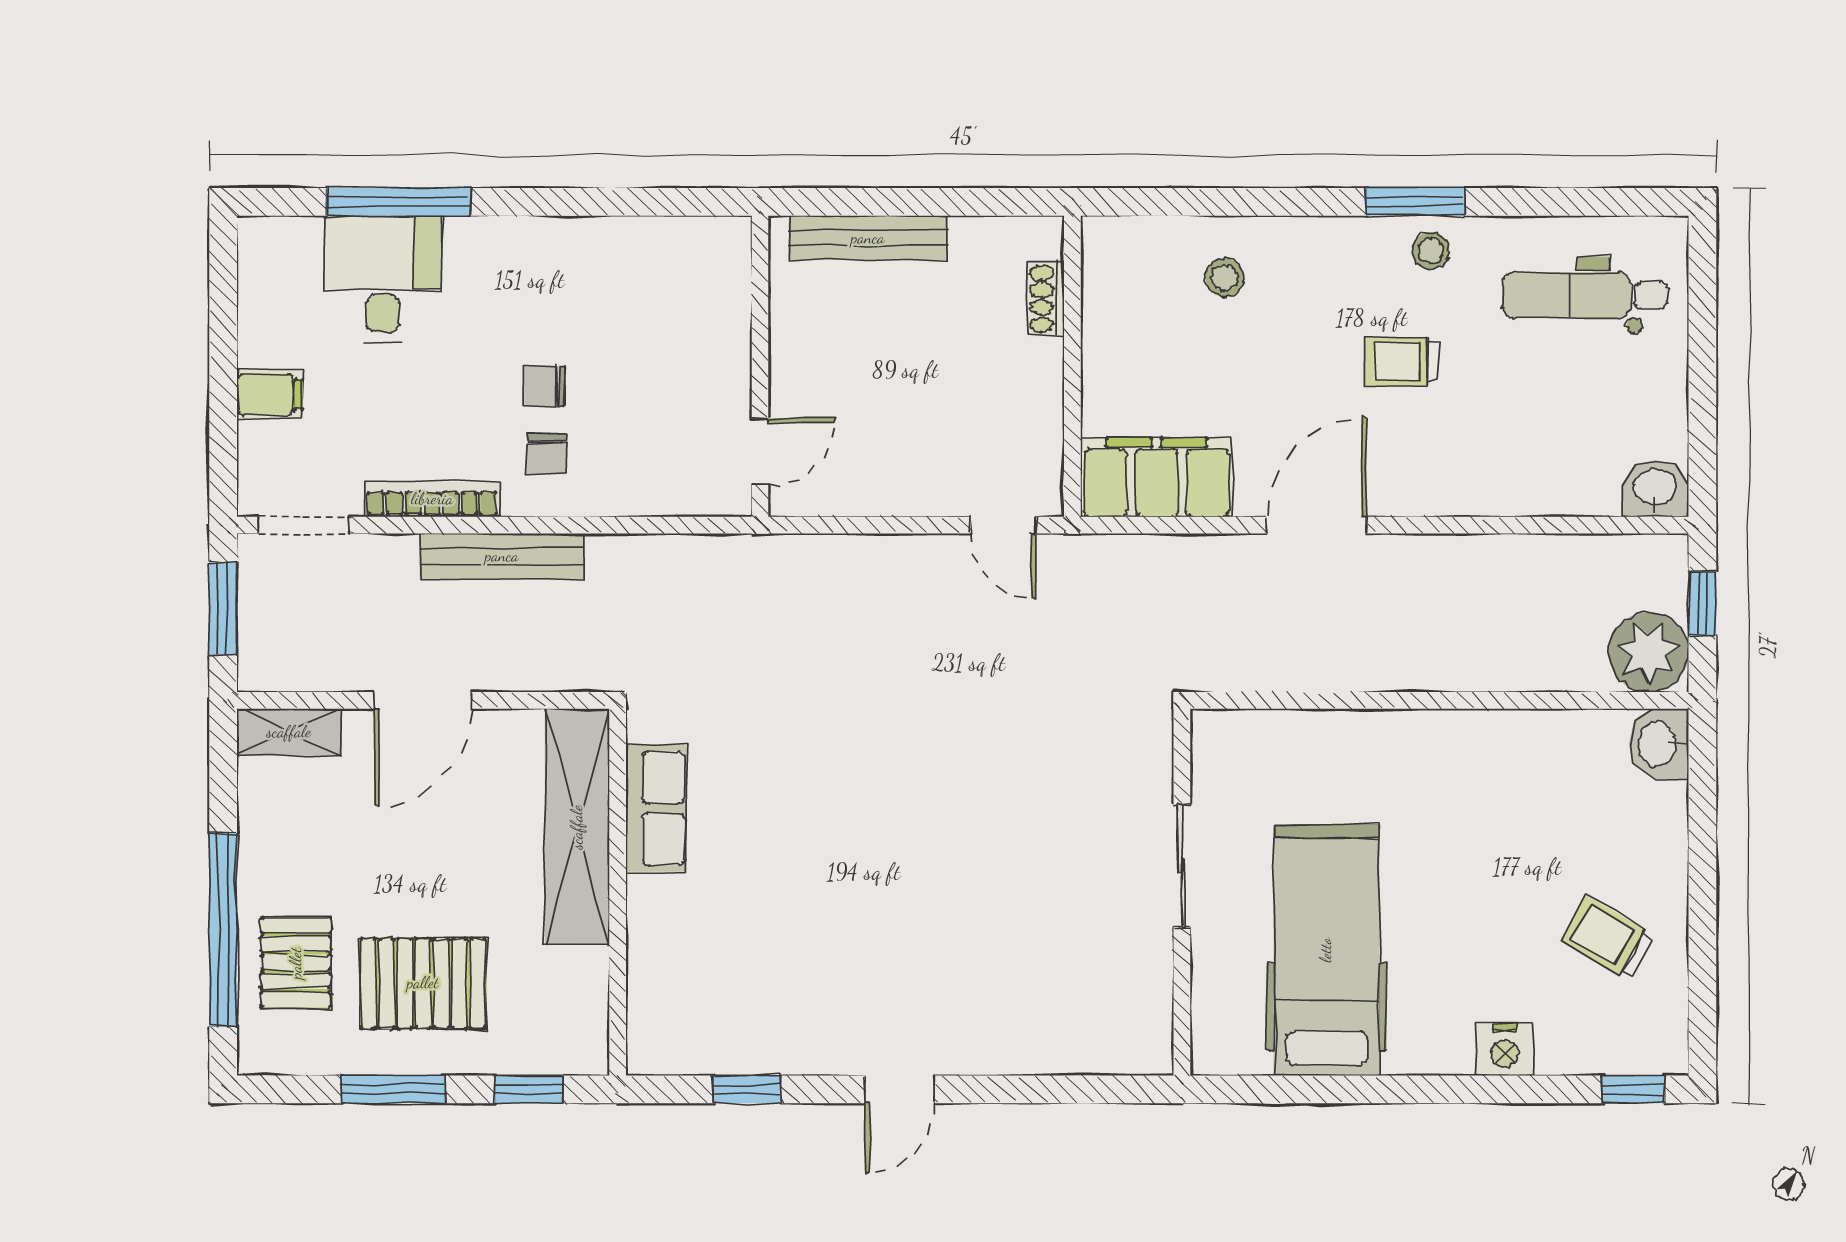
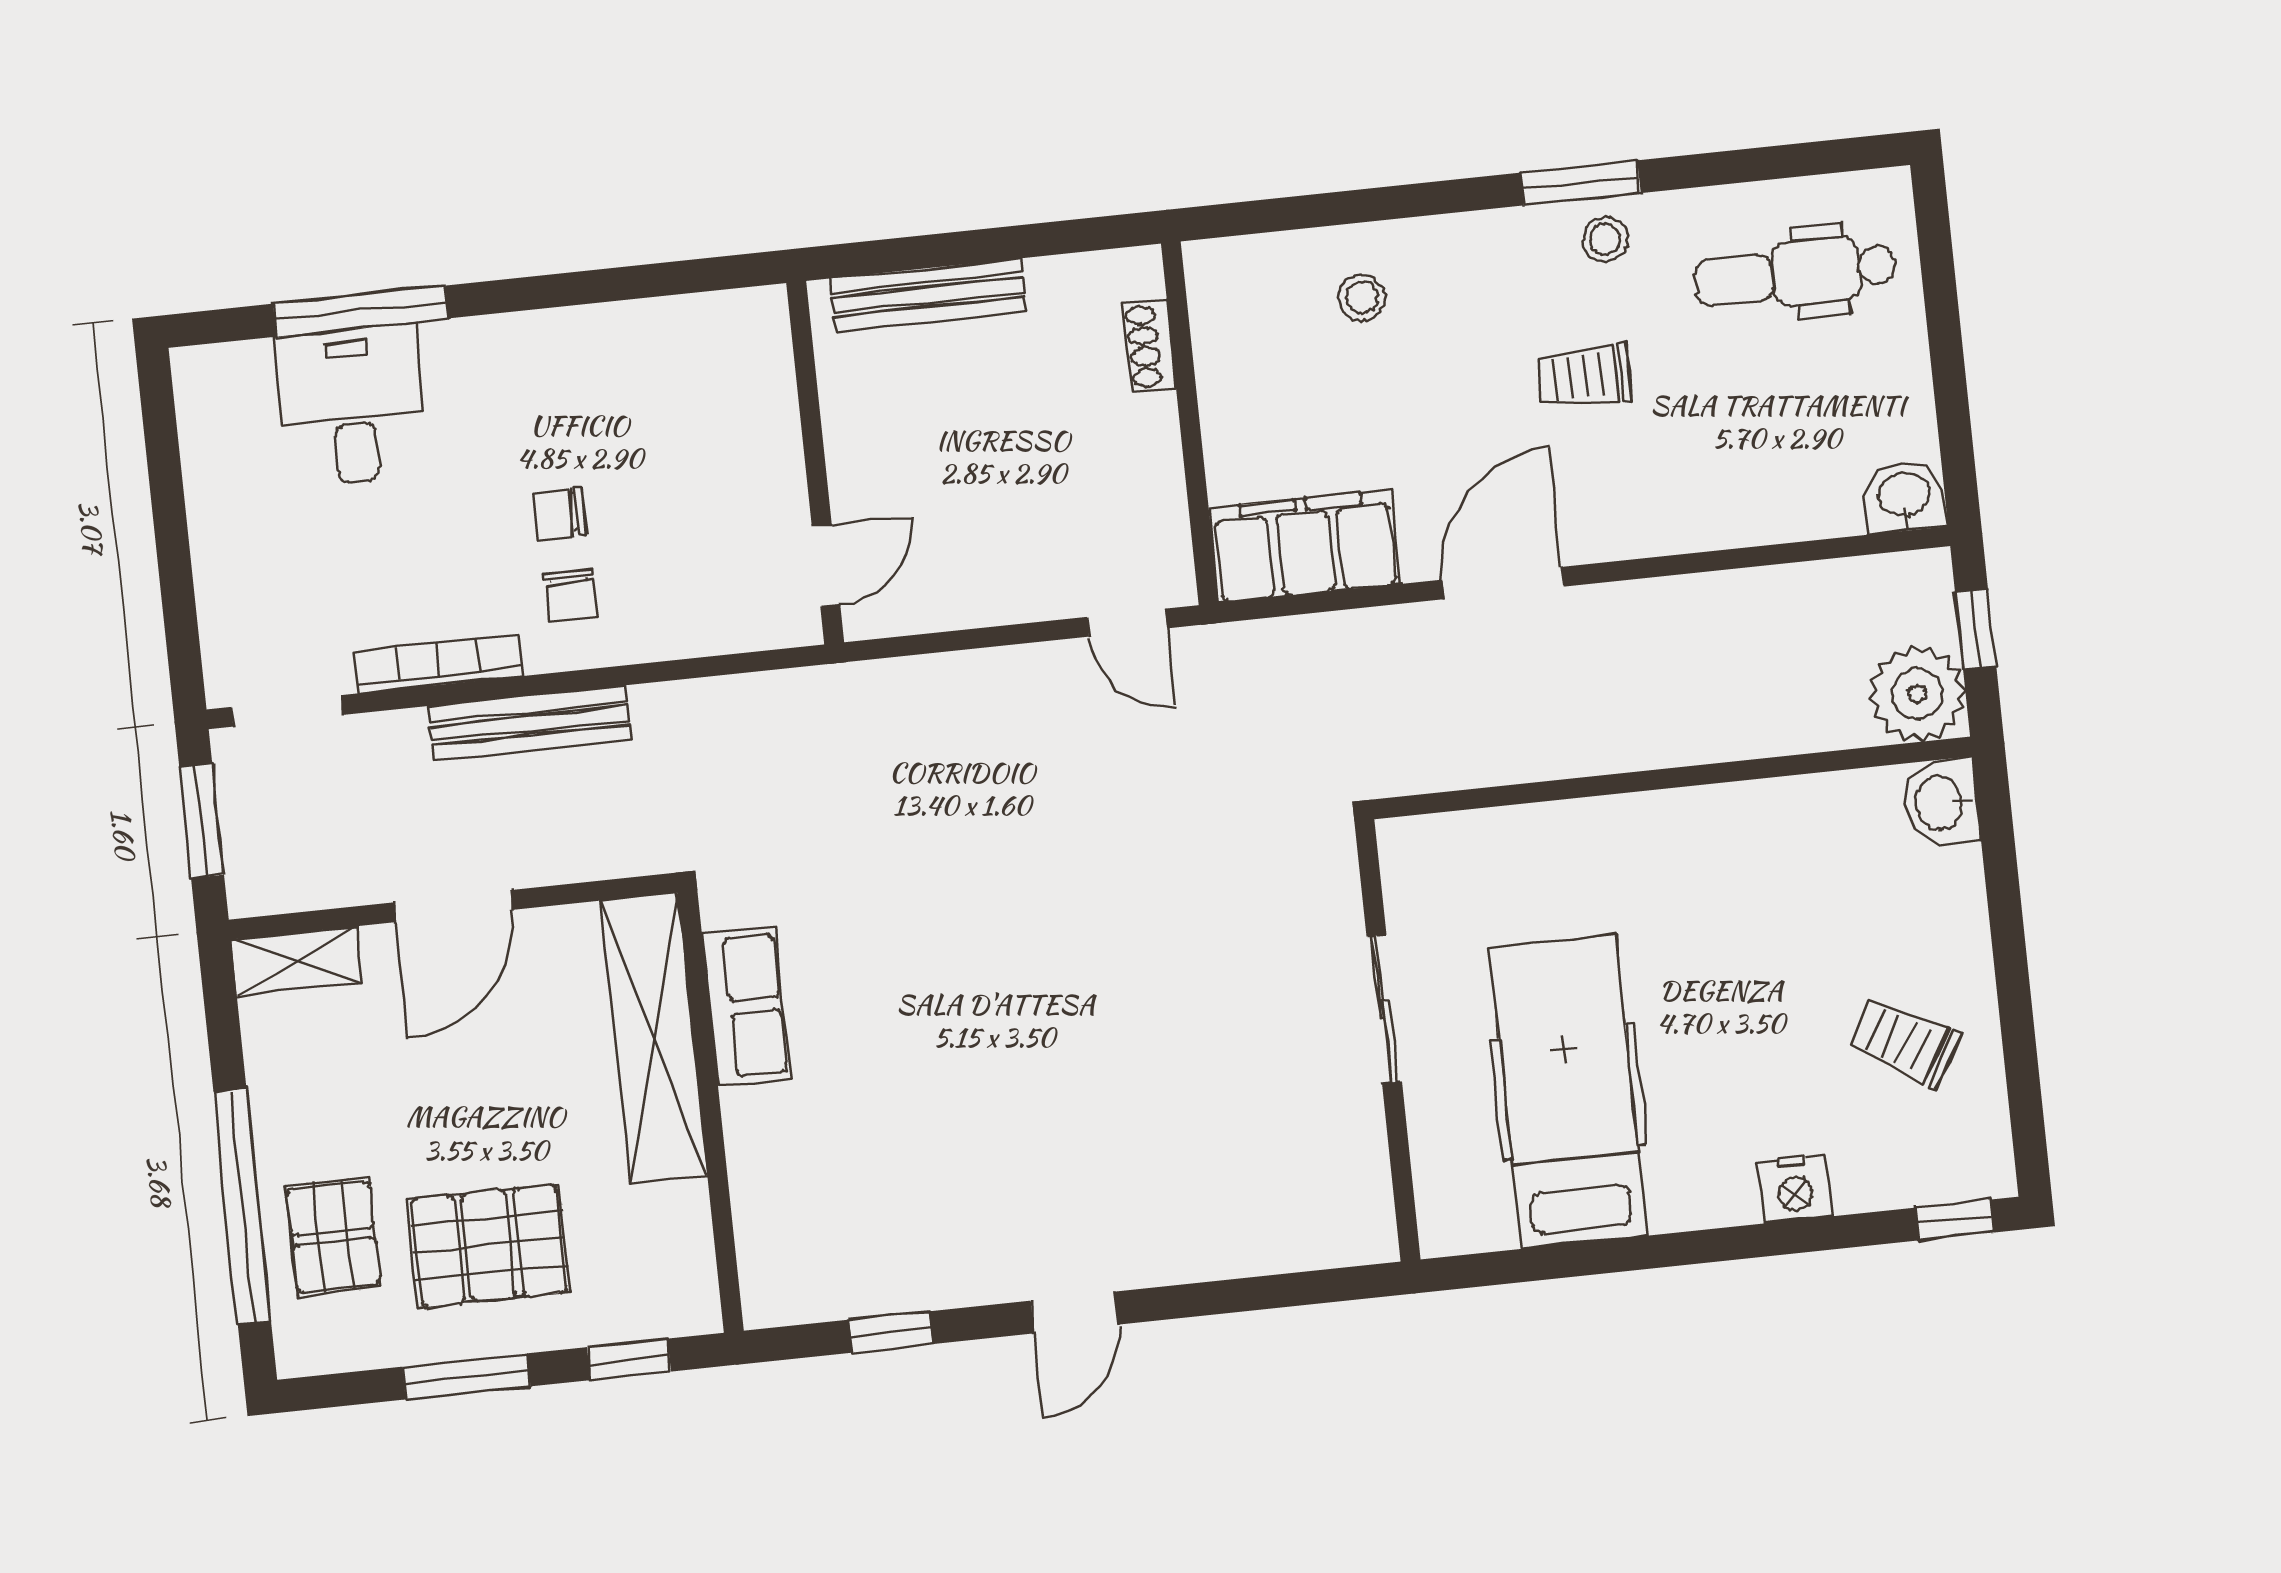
filing cabinet: (270, 395) -> (231, 559), removed

